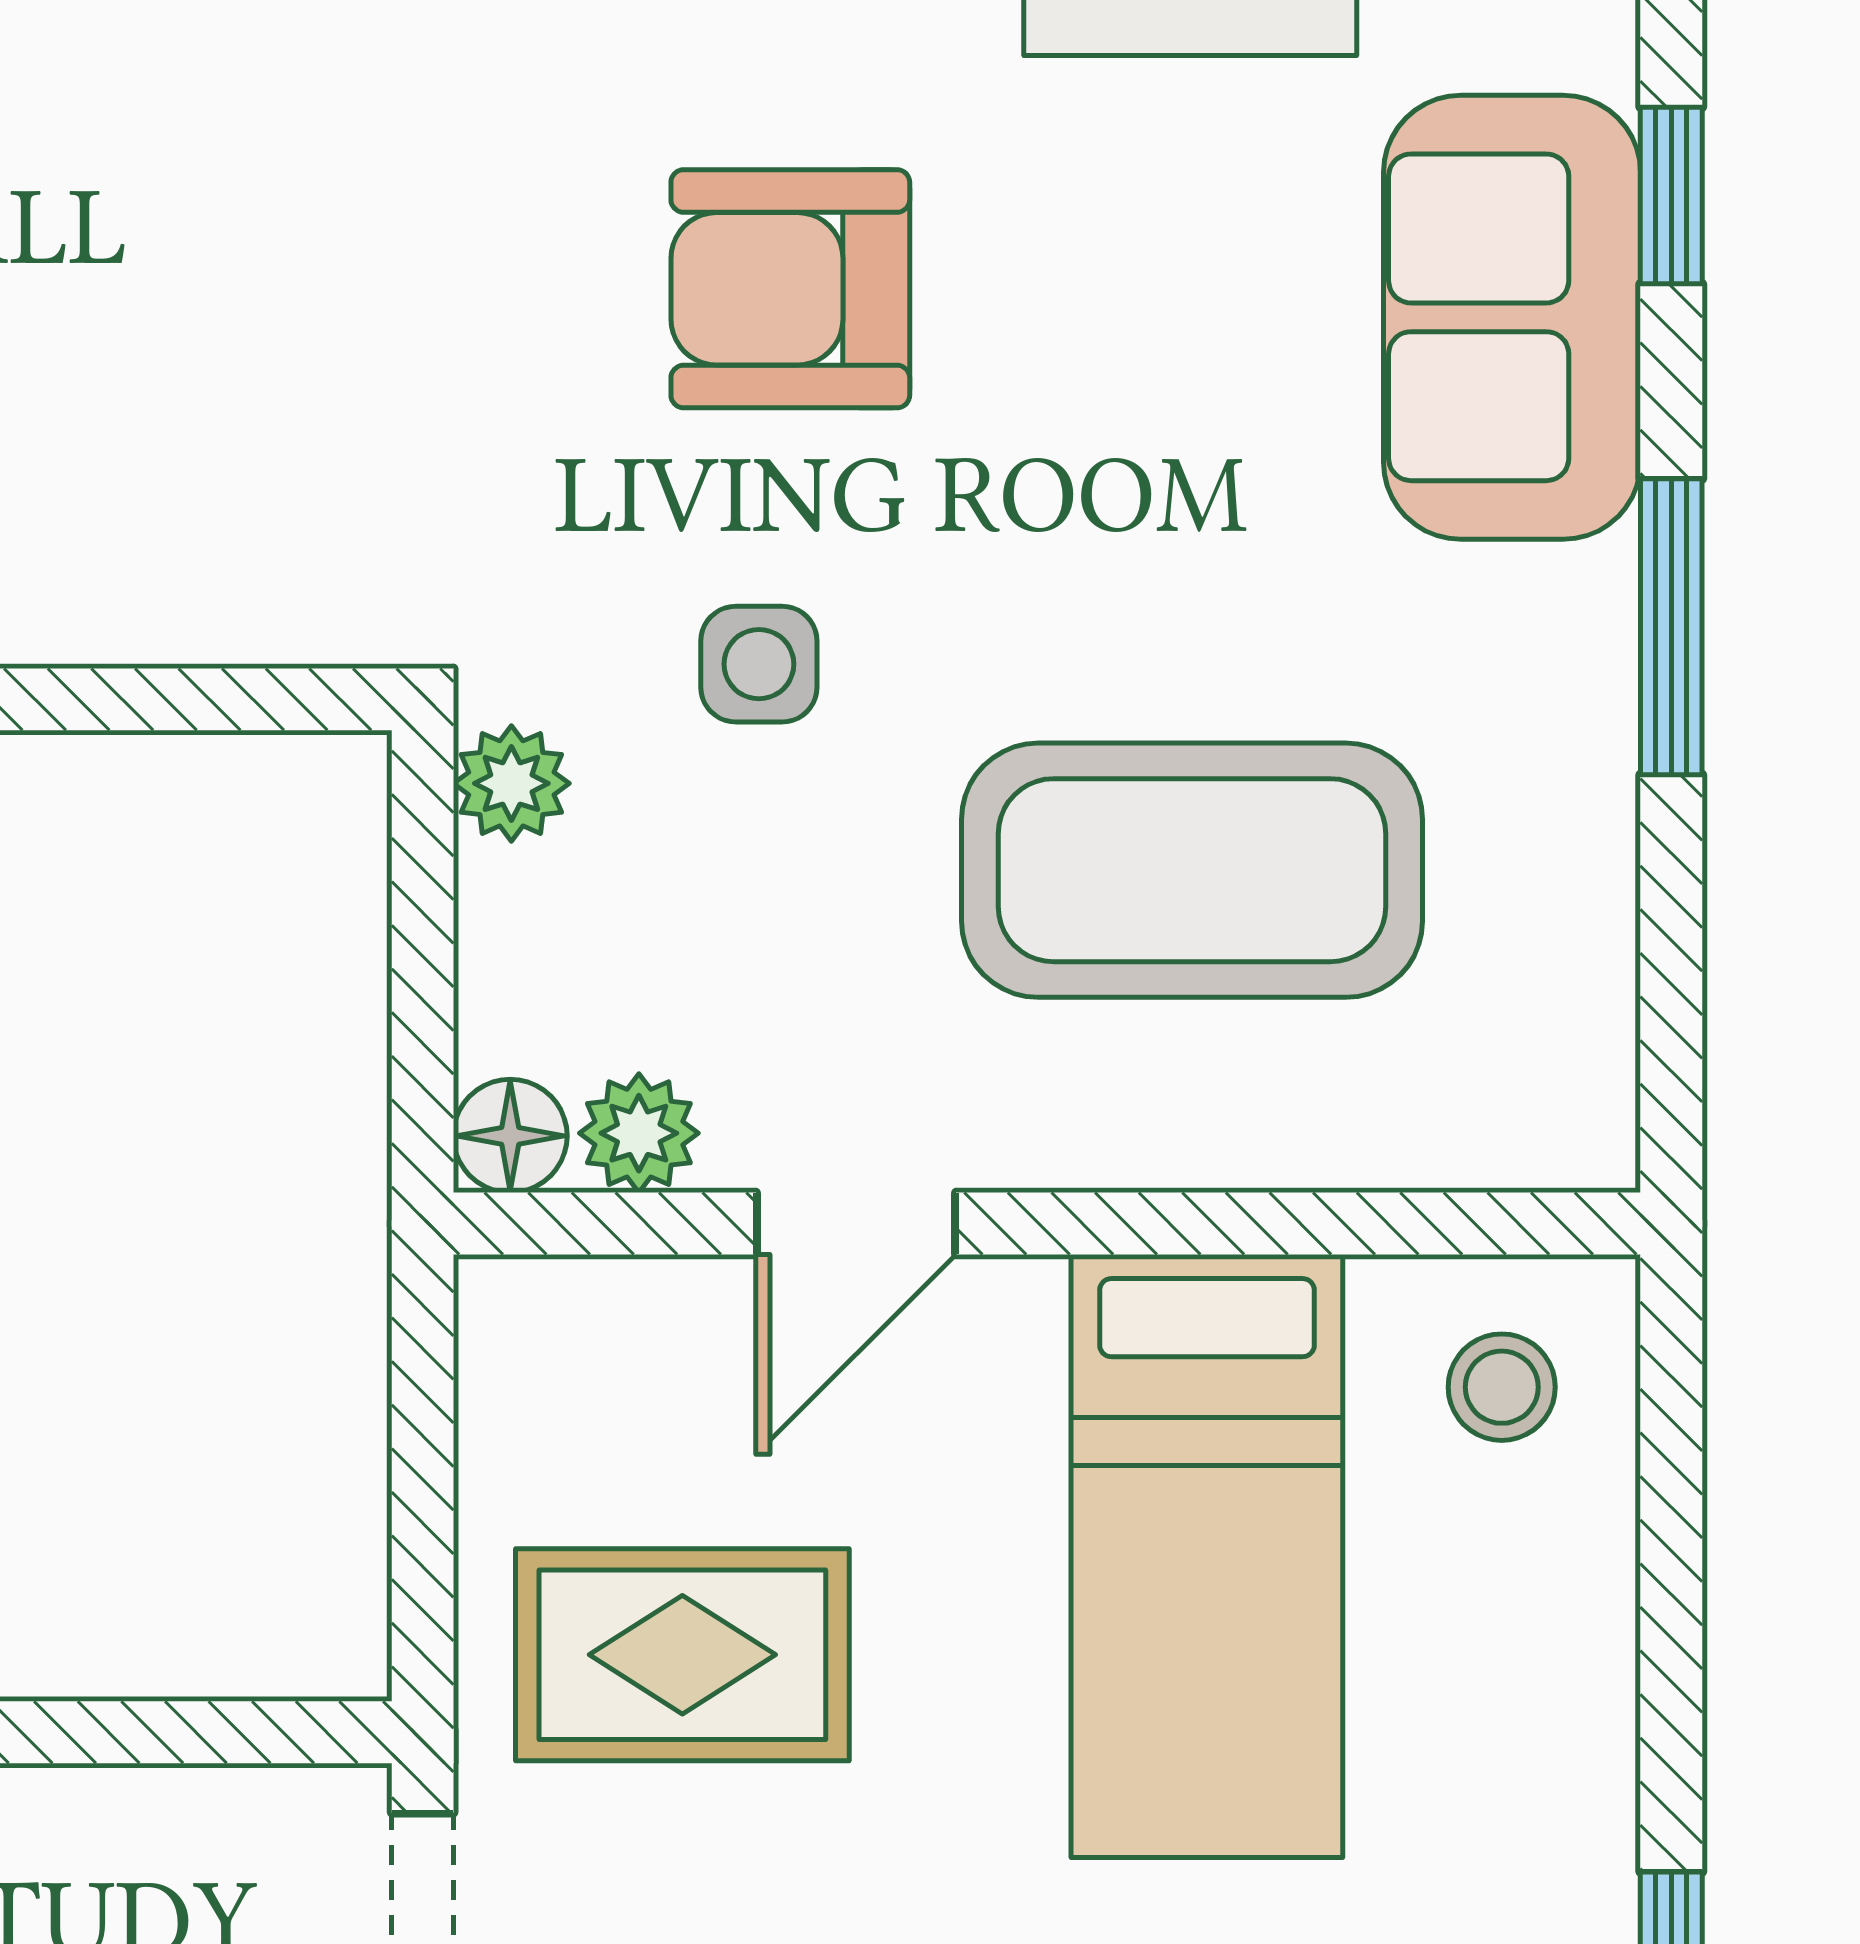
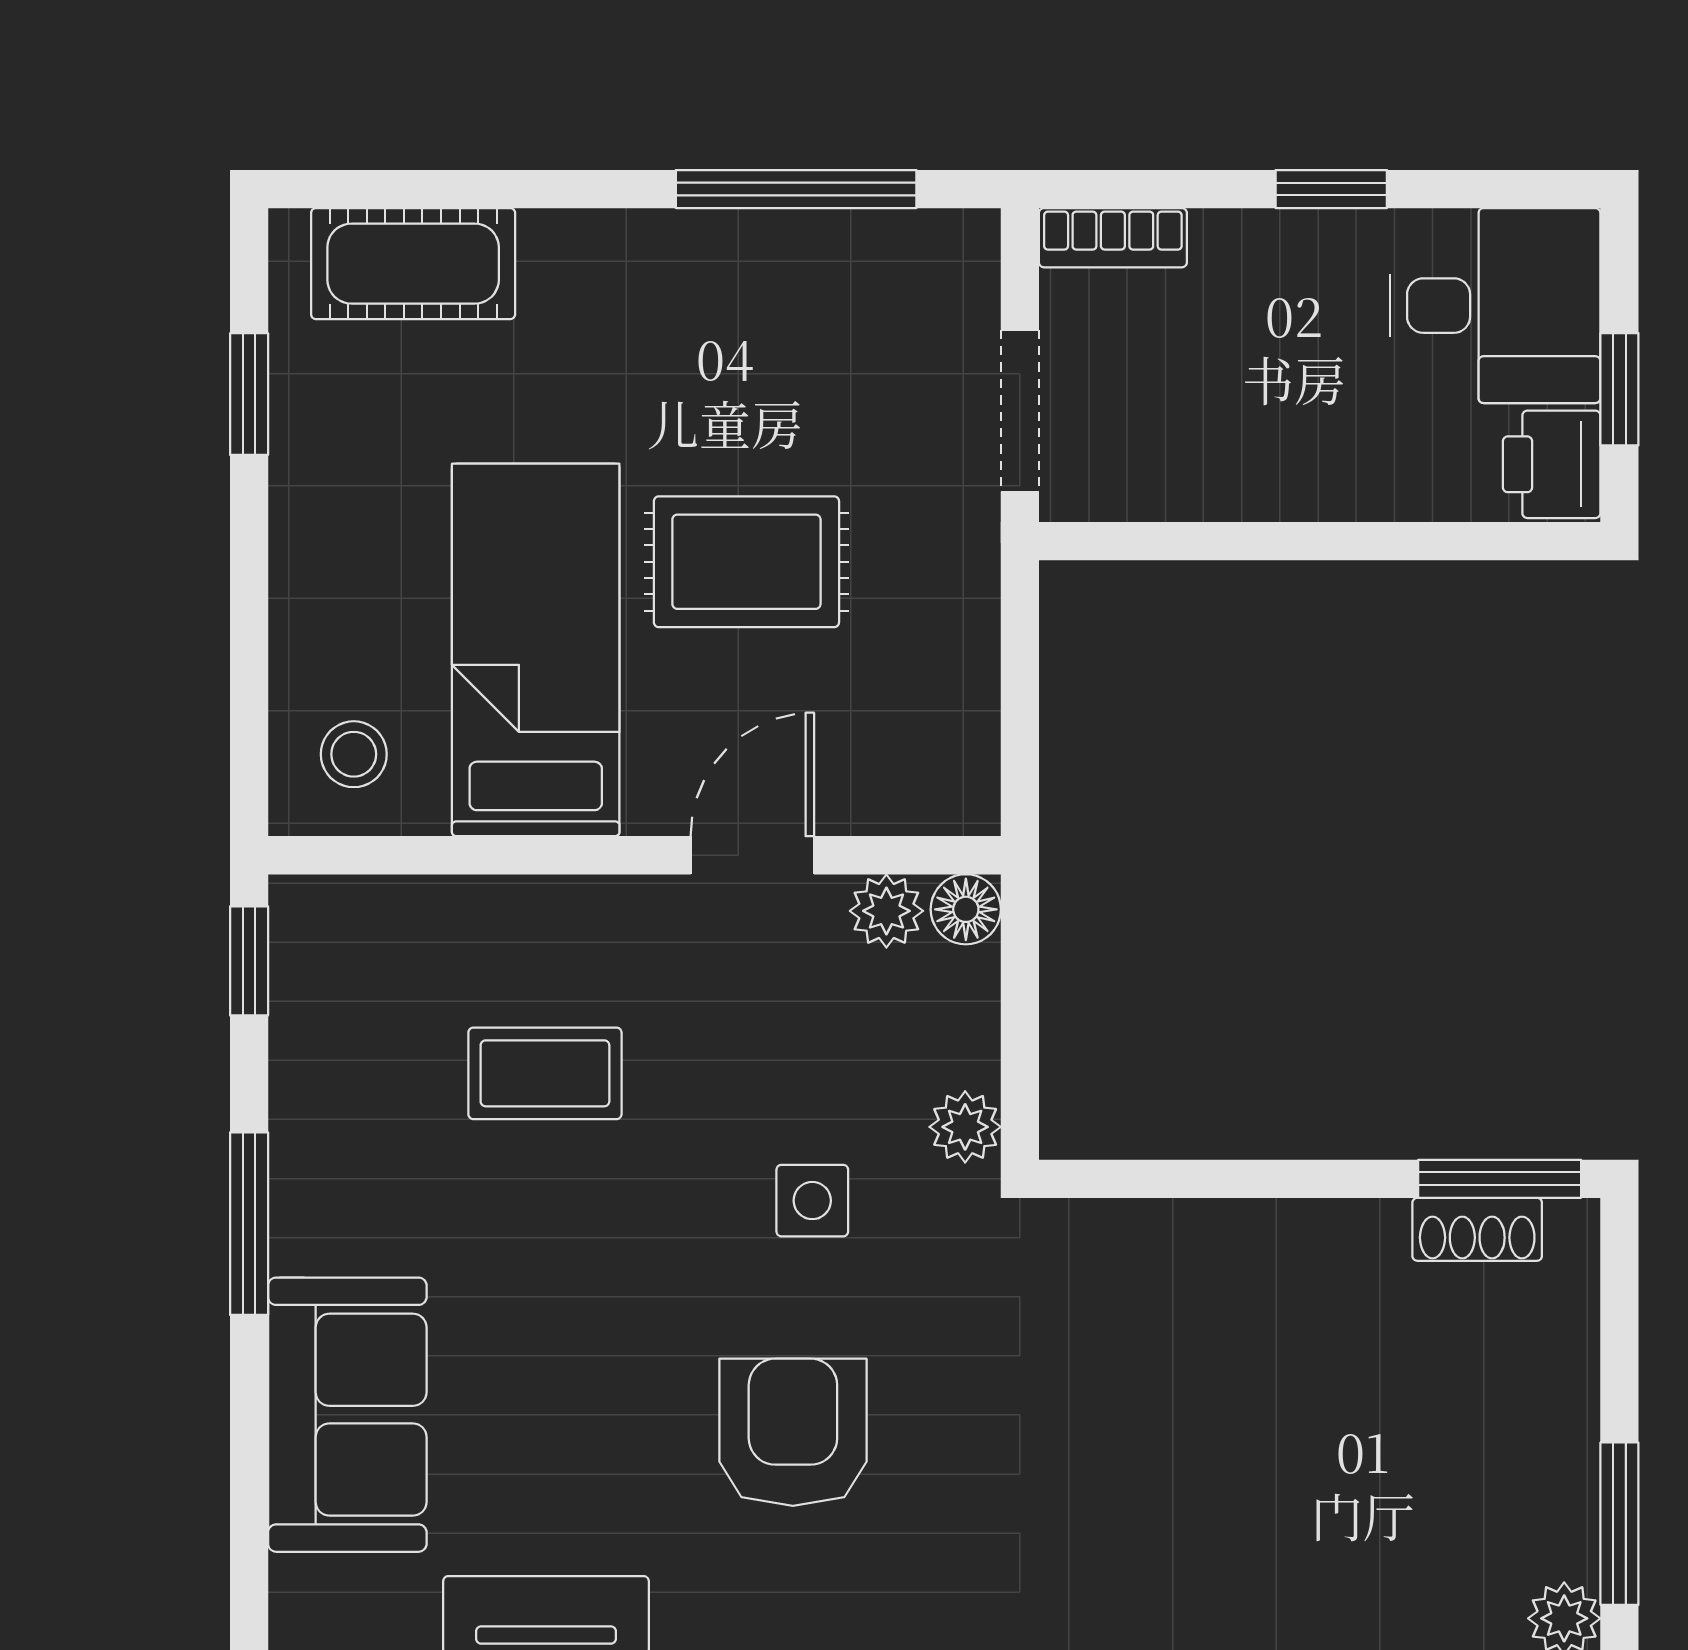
window: (1671, 196) -> (249, 961), moved
armchair: (790, 289) -> (793, 1432), turned -90
coffee table: (1192, 870) -> (545, 1073), width x0.54, depth x0.58
rug: (682, 1655) -> (746, 562), moved

